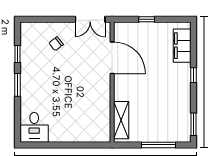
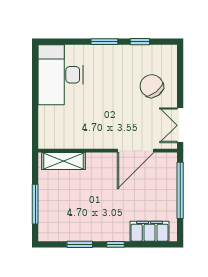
window: (147, 19) -> (180, 190), width x3.17
chair: (56, 44) -> (152, 86), width x1.87, depth x1.87
window: (193, 124) -> (80, 244), moved
desk: (34, 127) -> (61, 75), width x1.87, depth x1.30

